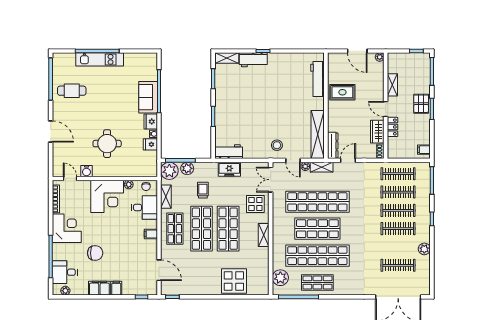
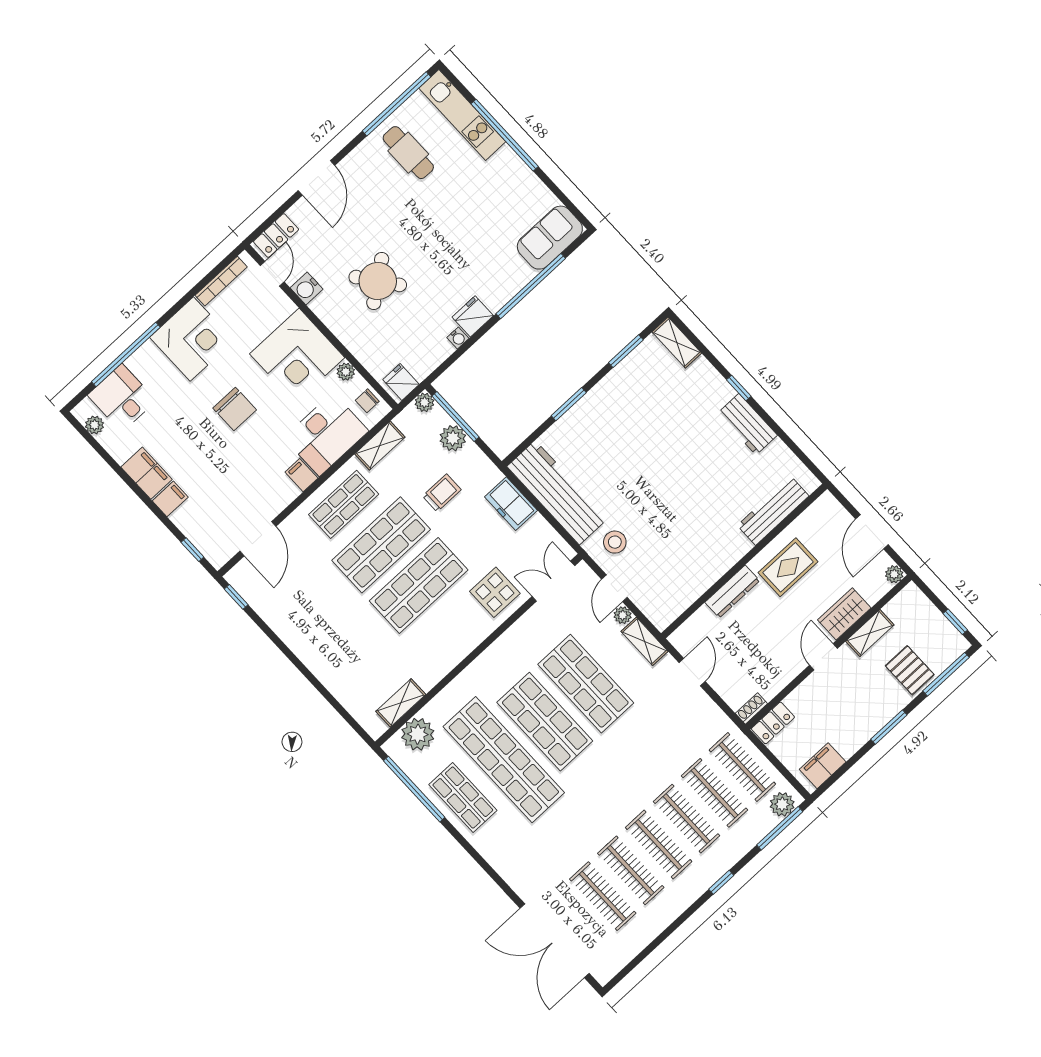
kitchen unit: (100, 59) -> (462, 115), moved
workbench: (253, 60) -> (747, 424), moved
rug: (342, 92) -> (788, 567), turned 90
sofa: (148, 97) -> (550, 238), moved
pallet: (421, 104) -> (910, 670), moved, turned 90
locker: (393, 127) -> (773, 723), moved
wardrobe: (377, 132) -> (844, 614), moved
shelving: (318, 134) -> (689, 589), removed
round table: (107, 144) -> (378, 281), turned -37
fridge: (150, 144) -> (401, 382), moved
dresser: (333, 145) -> (732, 591), moved
filing cabinet: (424, 150) -> (823, 766), width x2.00
workbench: (229, 152) -> (557, 493), width x1.88, depth x1.32
door: (348, 160) -> (692, 672), hinge flipped
locker: (58, 165) -> (276, 235), added
plant: (169, 171) -> (424, 402), width x0.53, depth x0.53
shop shelf: (317, 202) -> (586, 684), width x0.71
desk: (144, 207) -> (326, 434), width x1.37
shelving: (264, 235) -> (401, 703), moved
clothes rail: (398, 247) -> (631, 870), added
plant: (424, 249) -> (782, 804), moved
chair: (95, 253) -> (235, 409), moved
display table: (234, 281) -> (347, 668), removed

